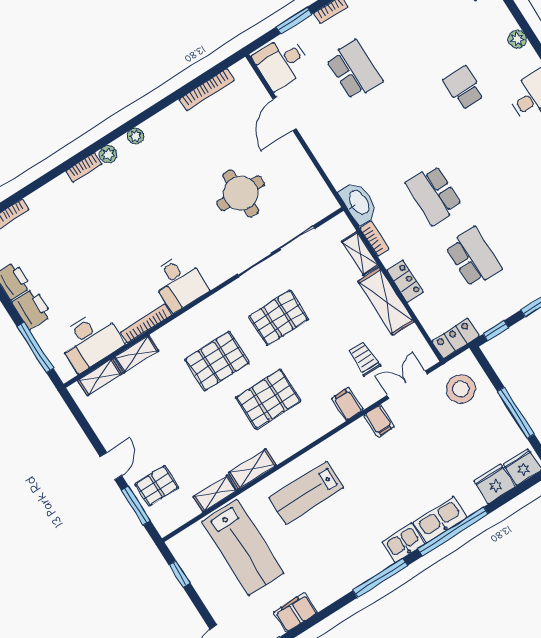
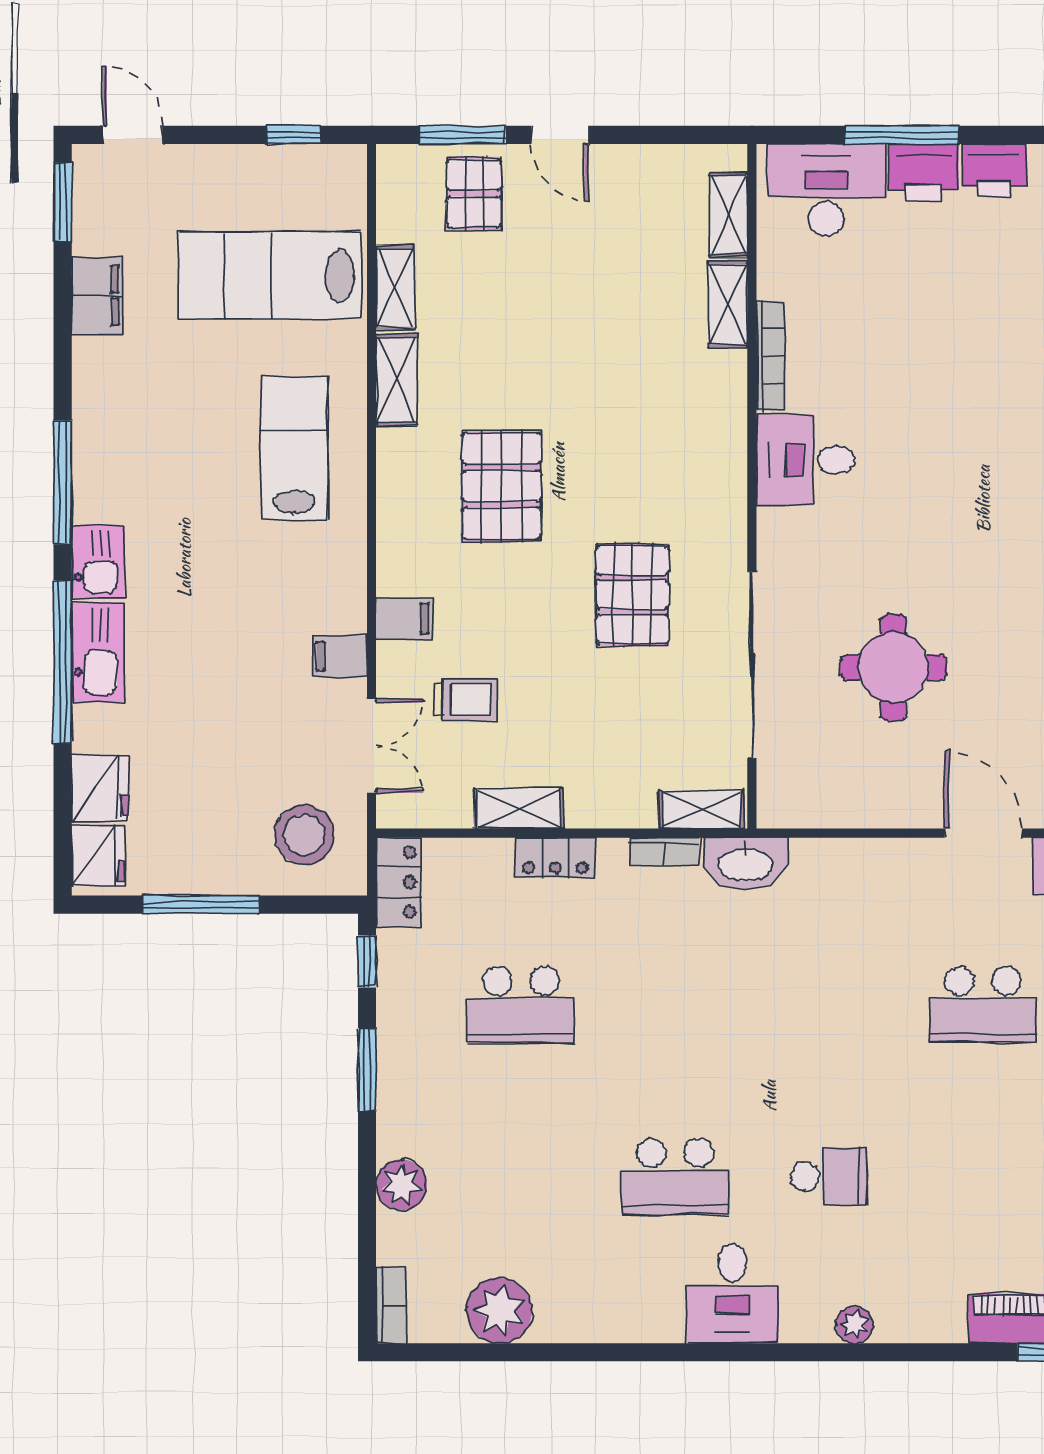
school desk: (434, 195) -> (675, 1176), moved, turned 180
shelving: (360, 254) -> (701, 810), moved
shelving: (386, 301) -> (519, 809), width x0.67, depth x0.75
desk: (90, 341) -> (826, 190), moved, turned 90
window: (35, 348) -> (902, 135), moved
pallet: (217, 361) -> (626, 438), removed

